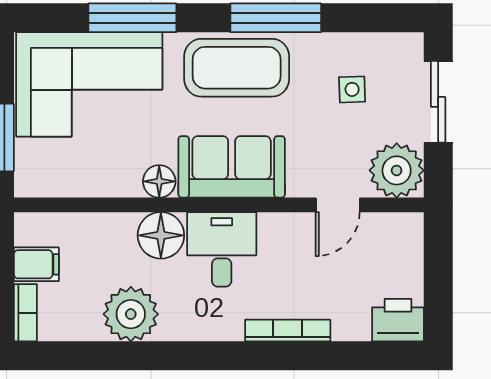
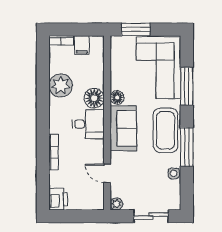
side table: (352, 89) -> (174, 173), moved
plant: (397, 170) -> (116, 204), width x0.53, depth x0.53

